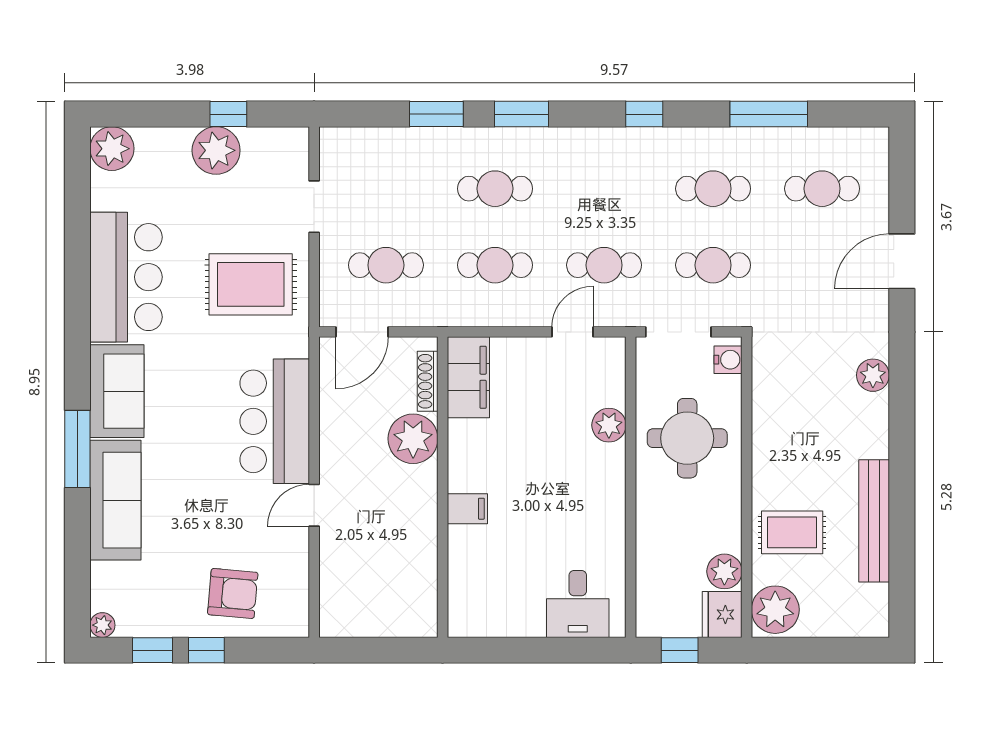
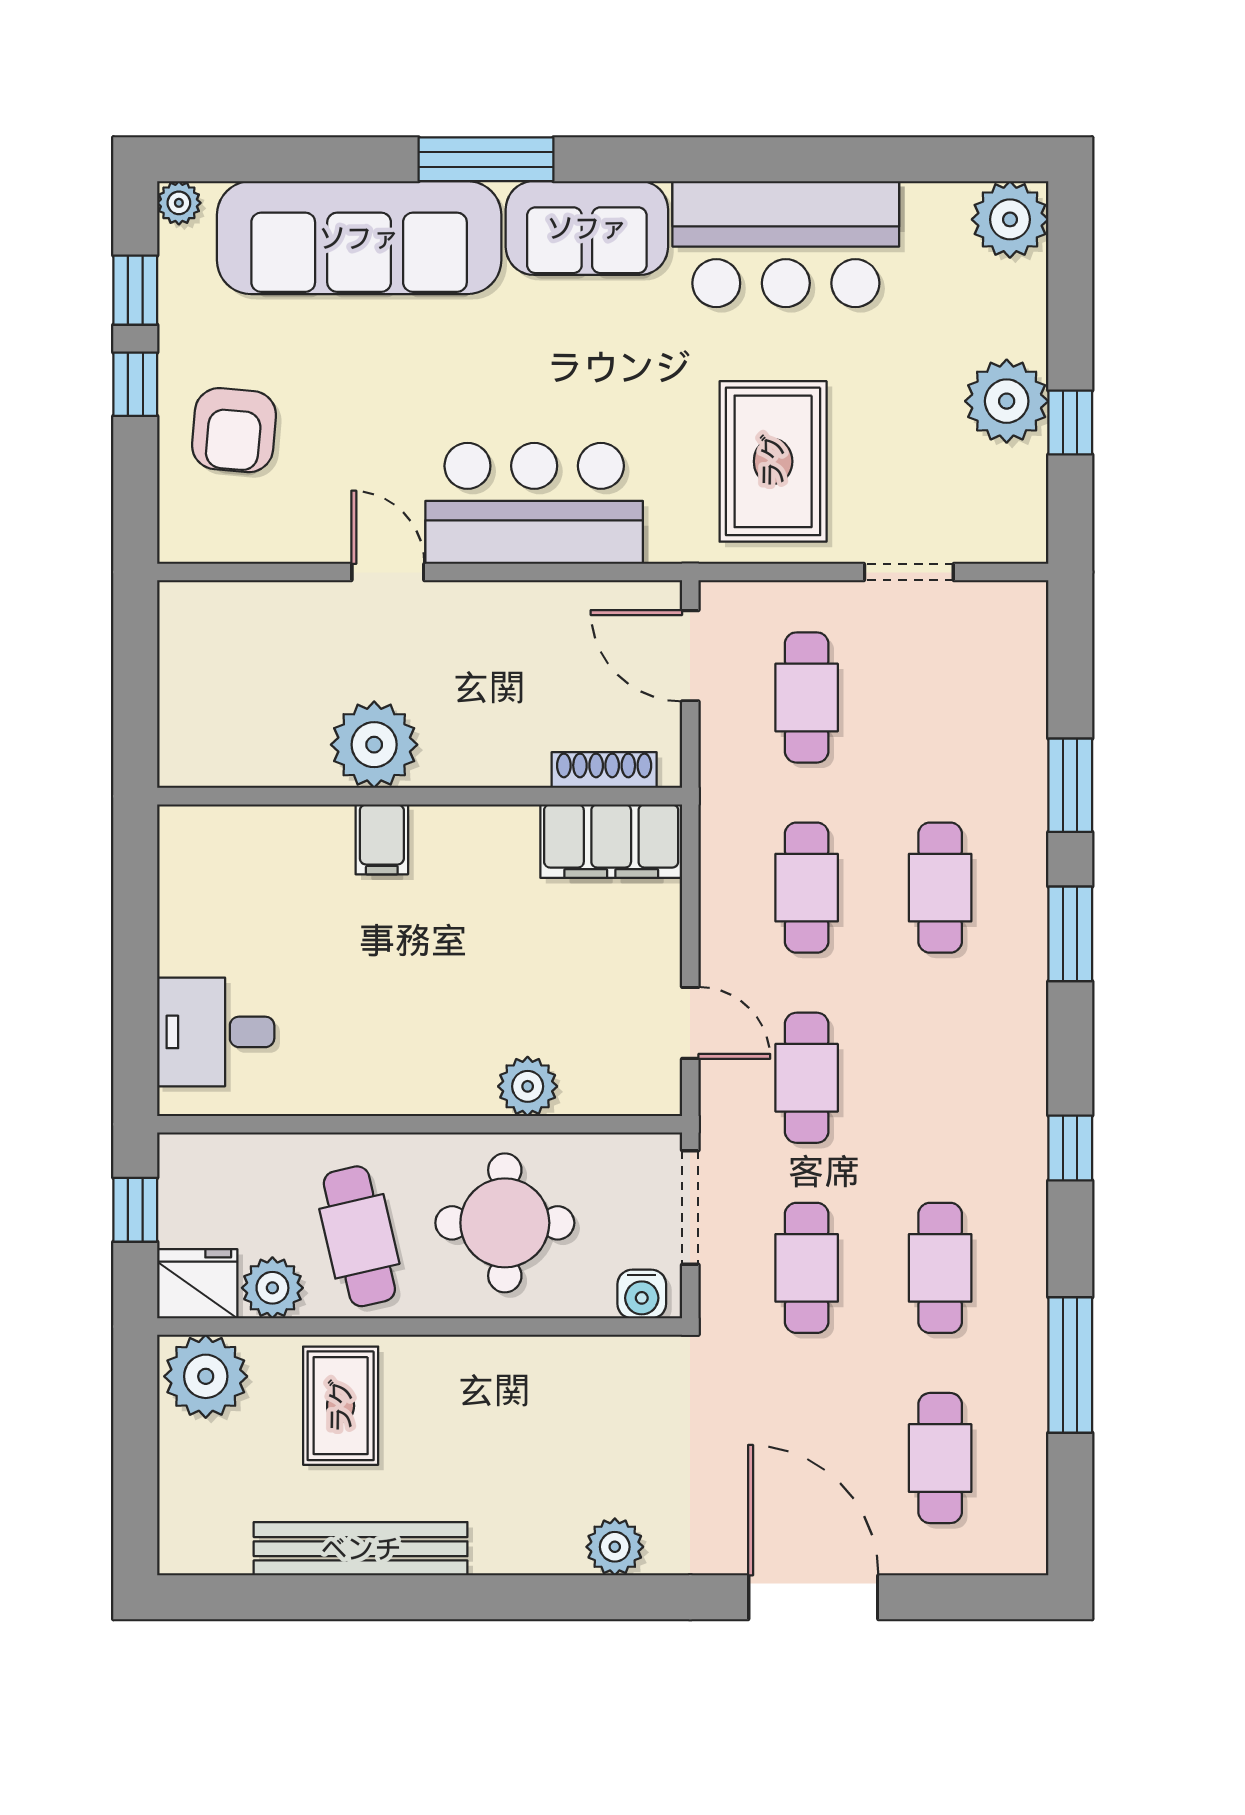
door: (902, 261) -> (813, 1597), width x1.36
plant: (413, 439) -> (374, 745), moved
sofa: (115, 500) -> (359, 238), width x1.36, depth x1.27
cafe table: (695, 522) -> (359, 1236), added

